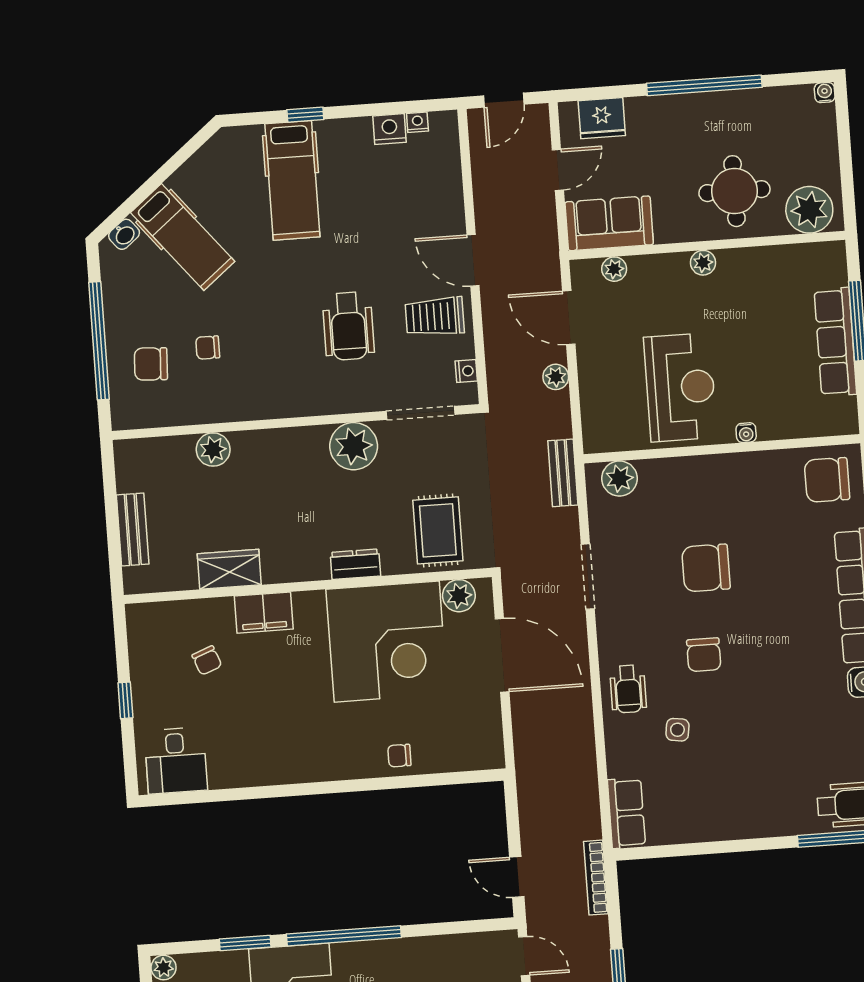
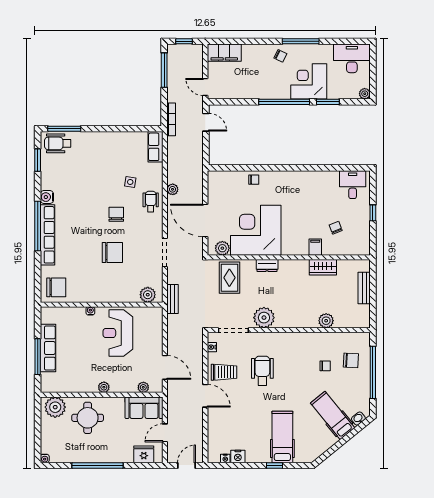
plant: (556, 377) -> (173, 189), moved
filing cabinet: (264, 613) -> (315, 247), width x0.50

